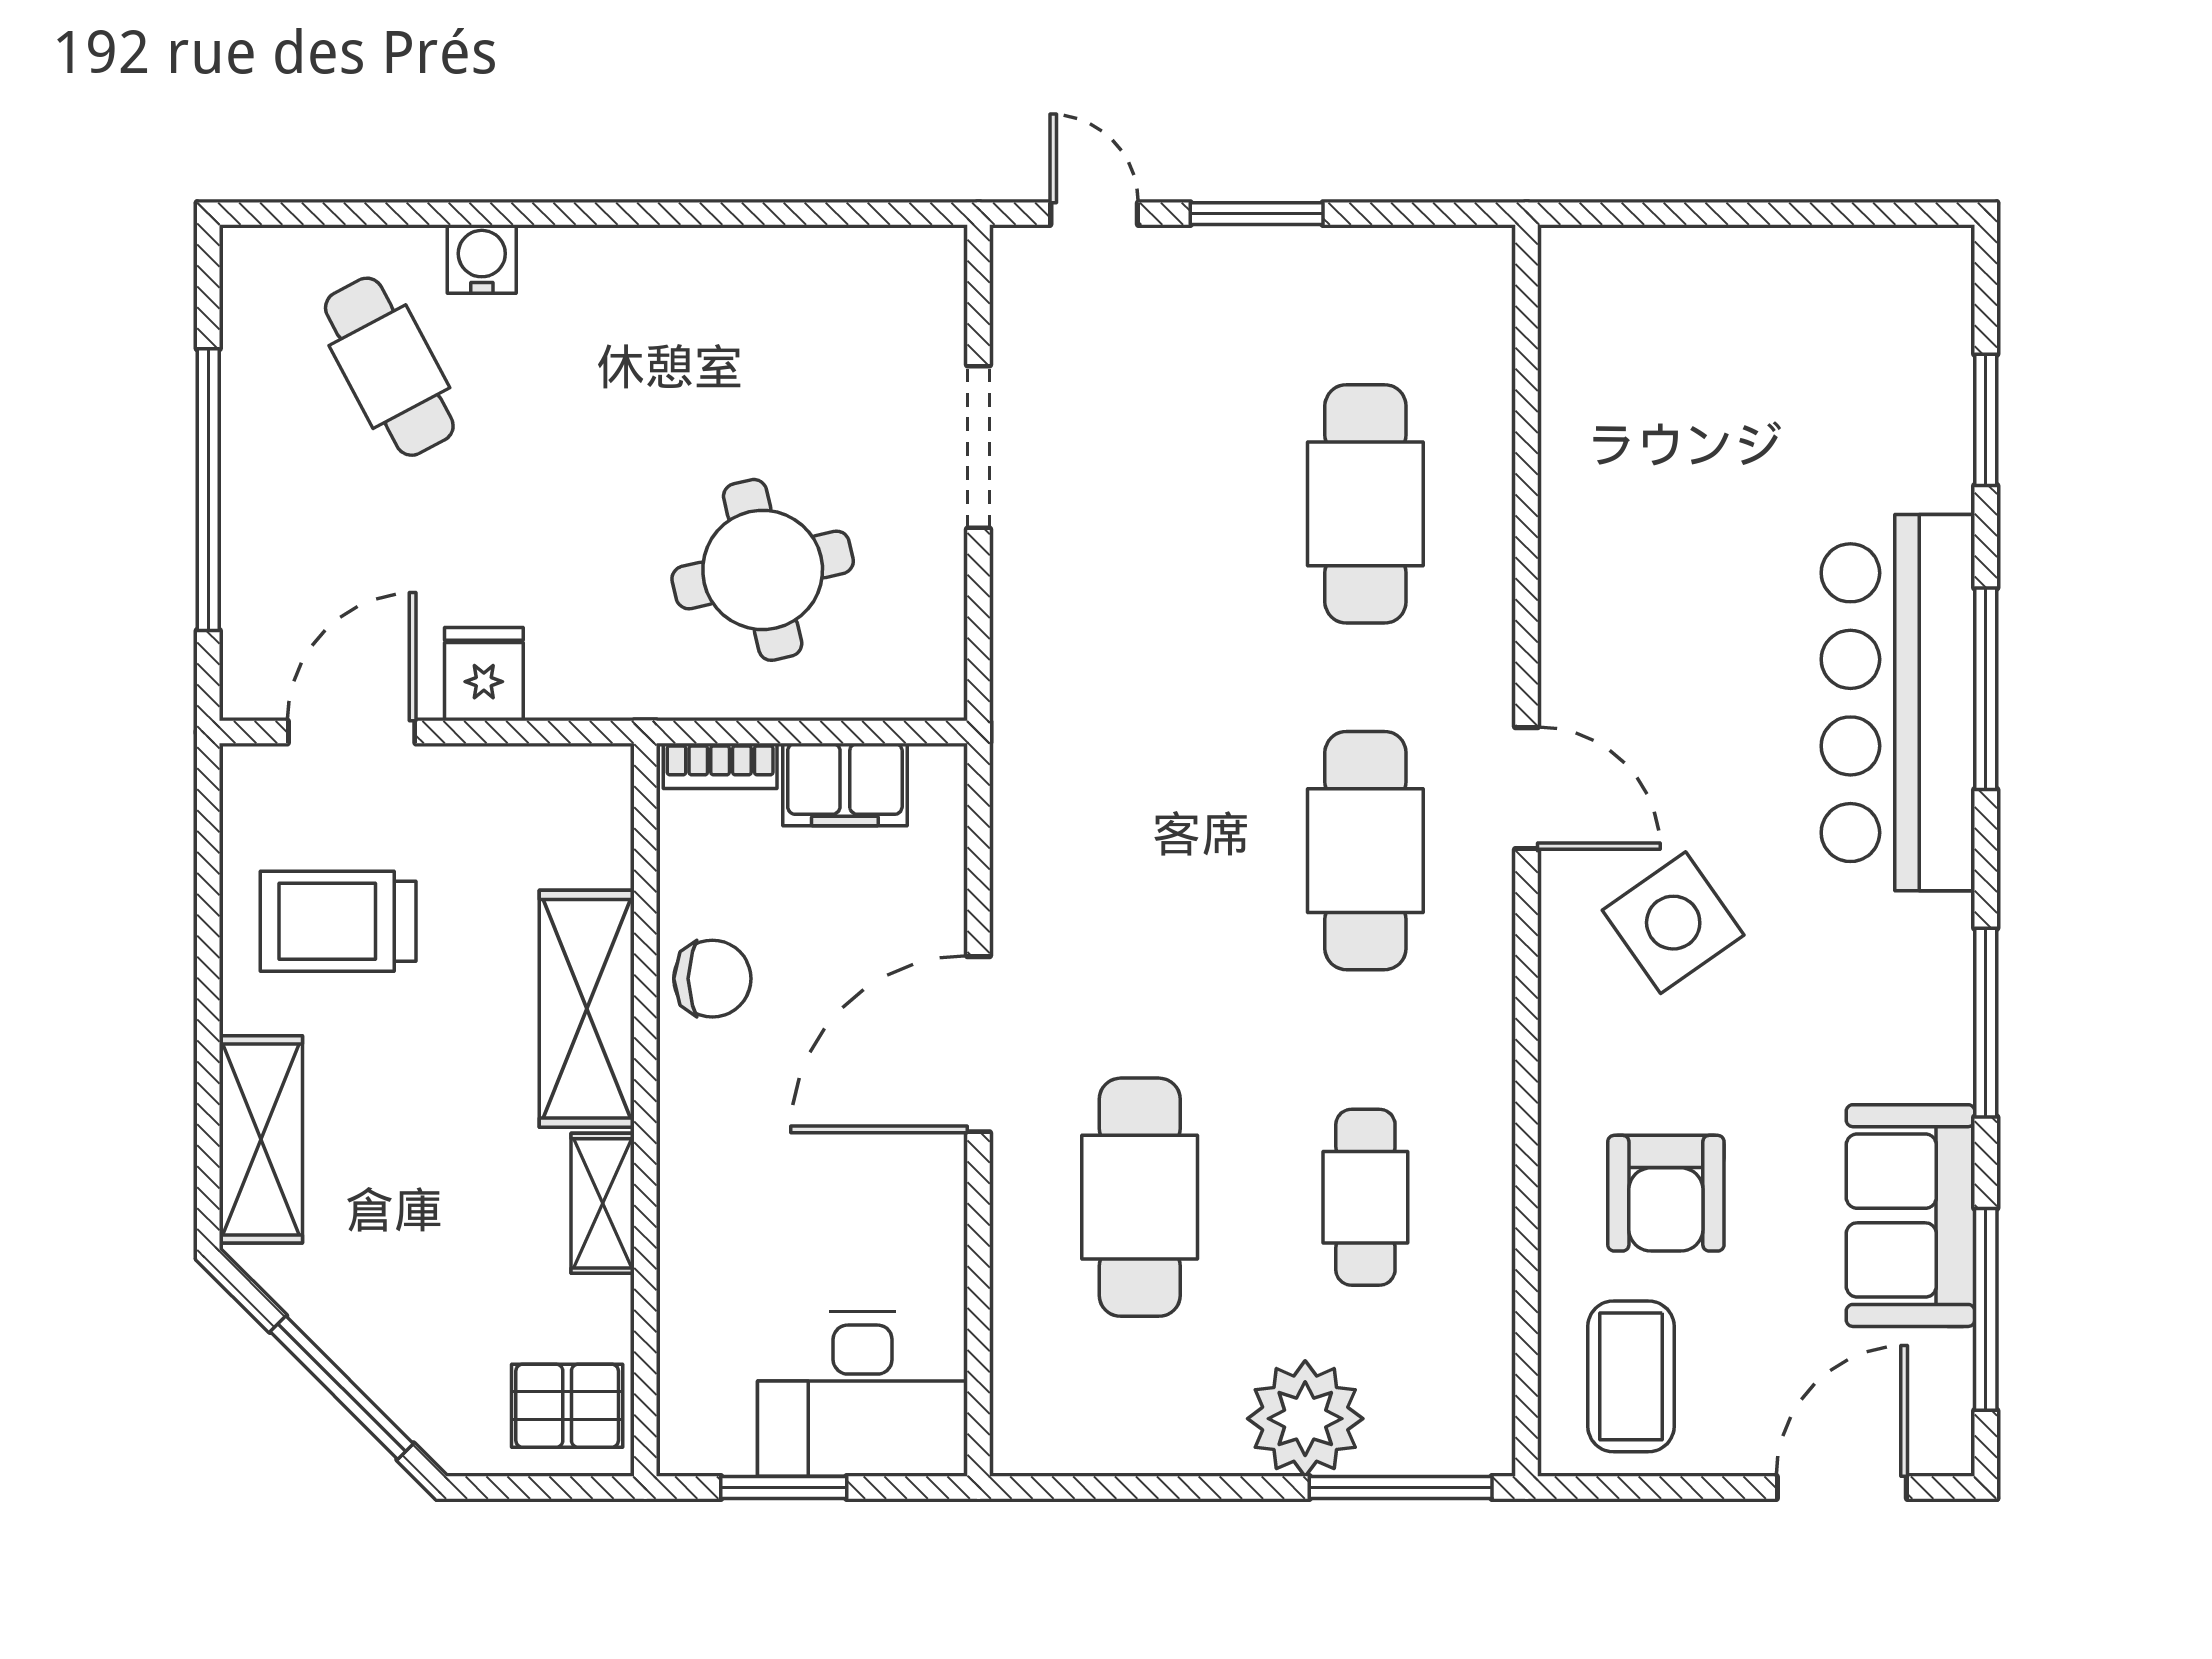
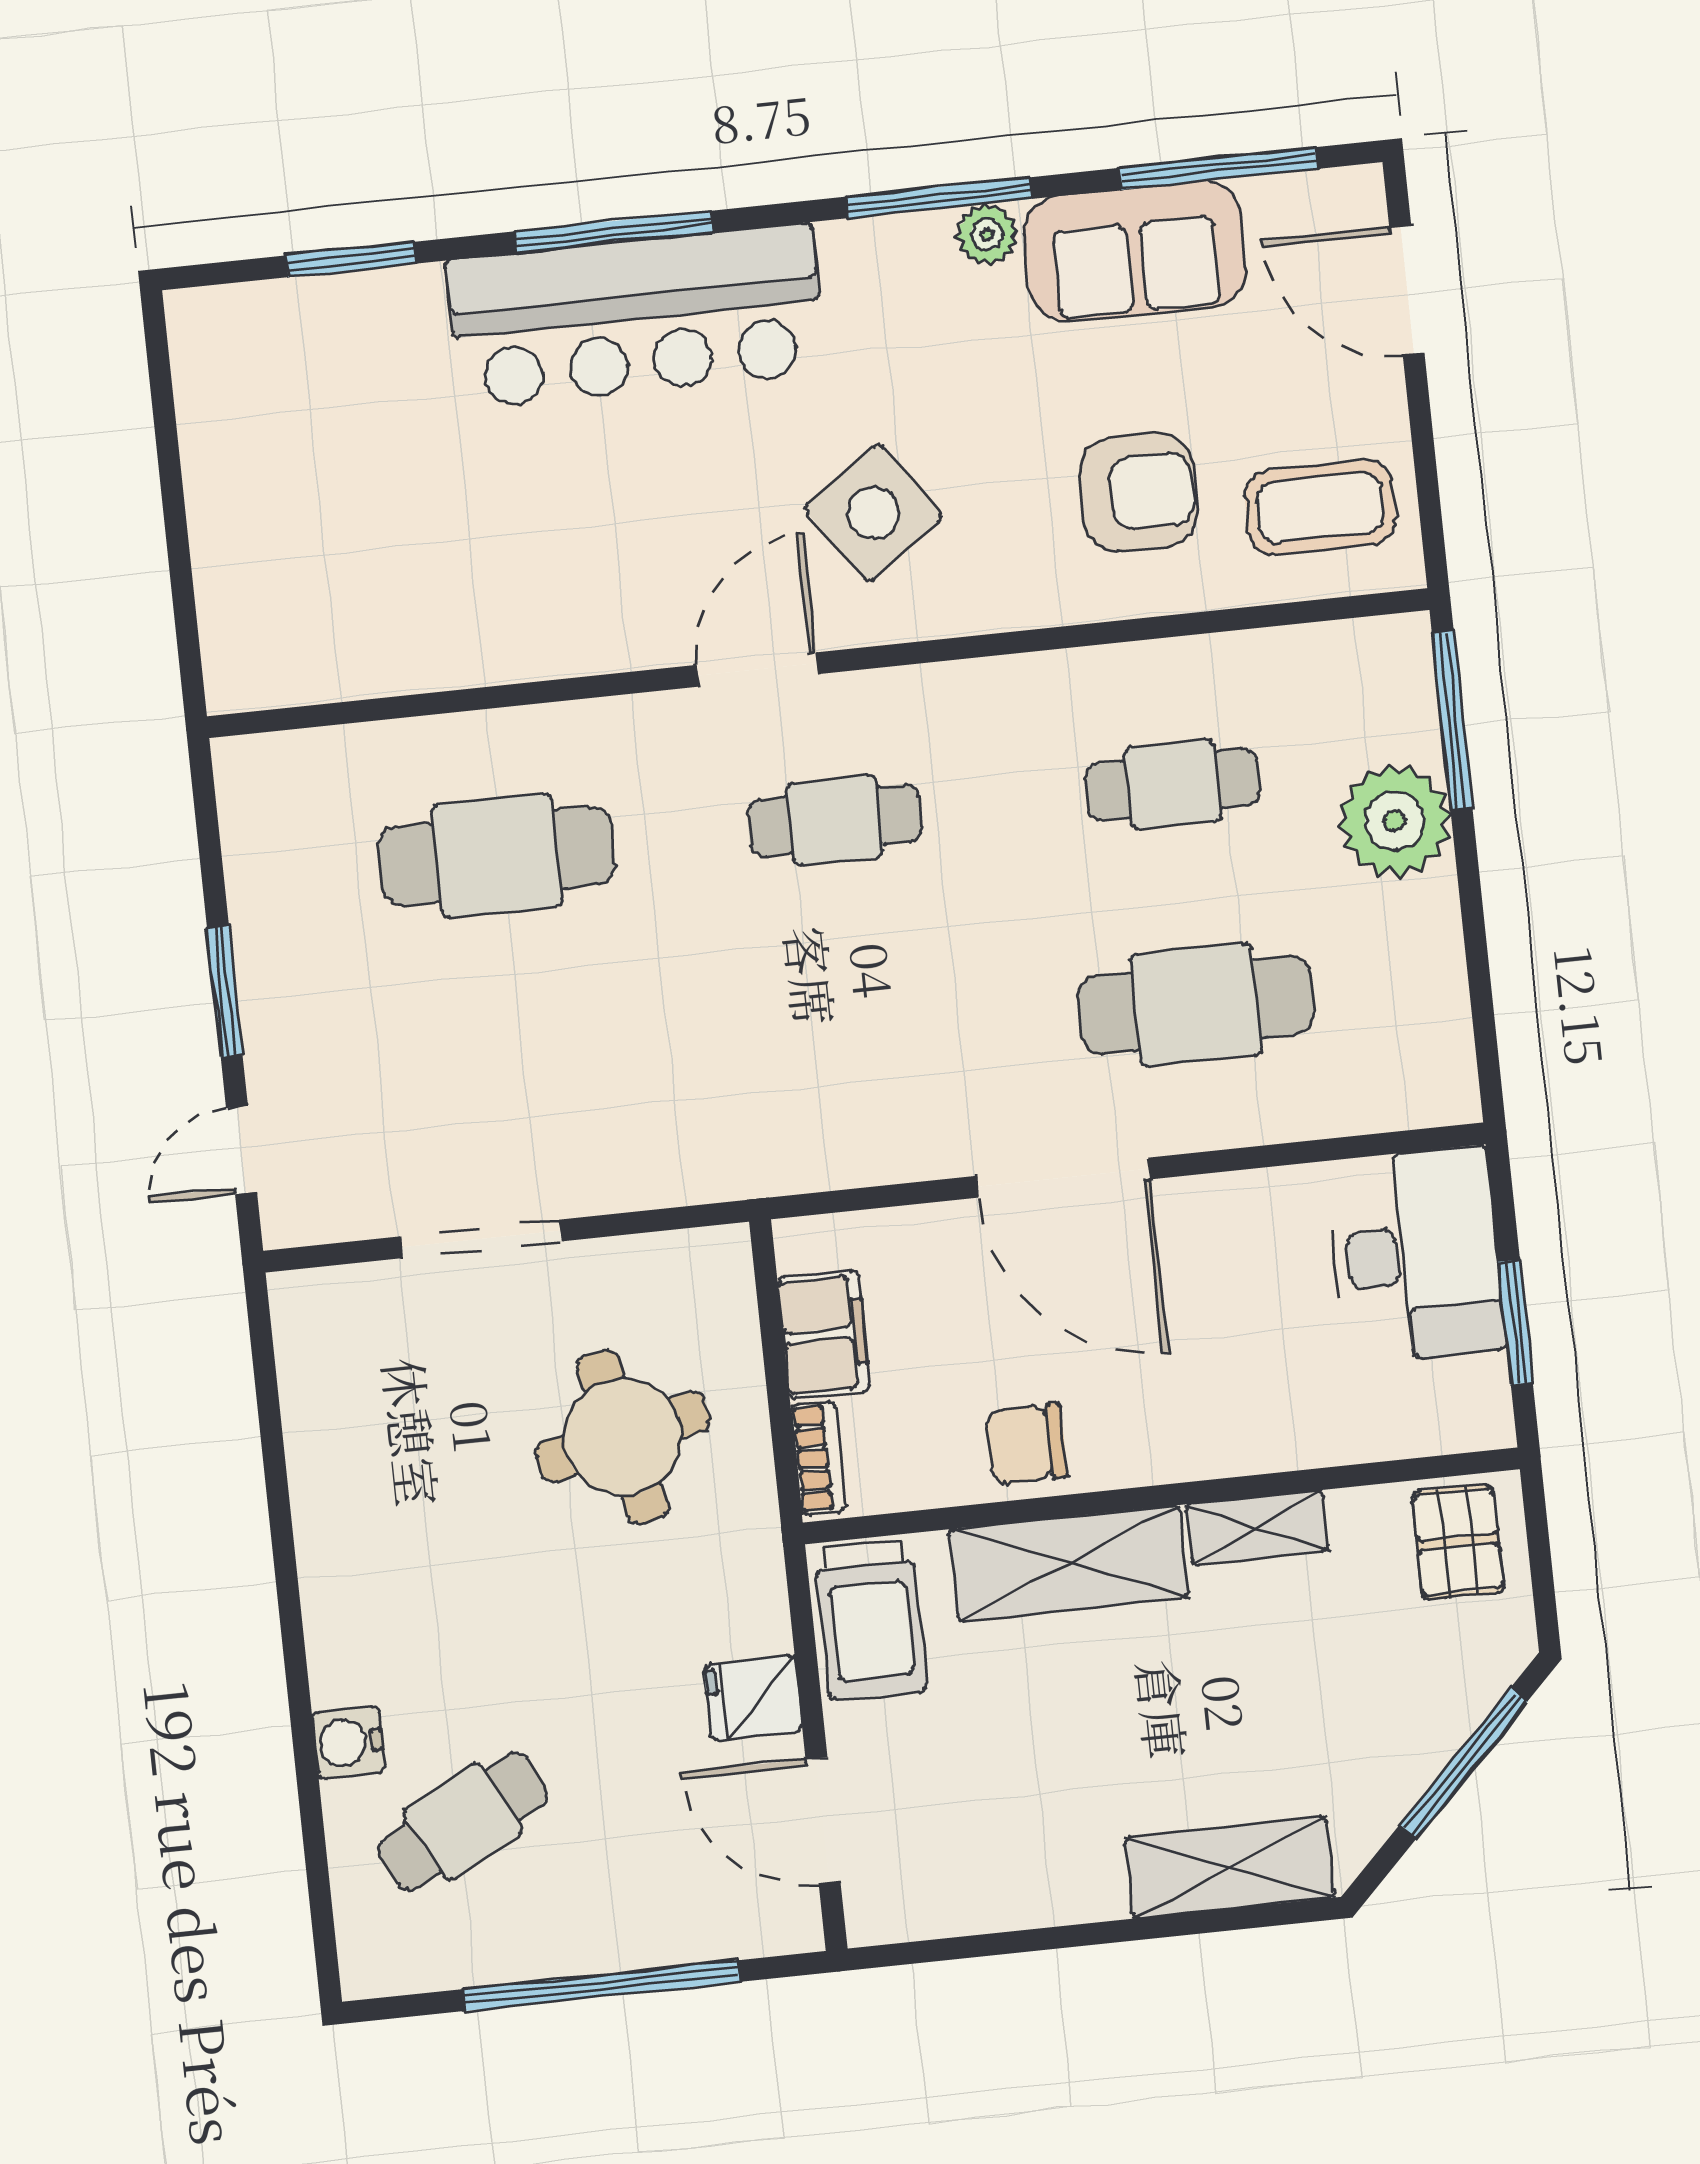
cafe table: (1365, 851) -> (835, 820), width x0.73, depth x0.74
trolley: (338, 921) -> (870, 1620), moved
chair: (712, 979) -> (1026, 1444), turned -90
plant: (1944, 1068) -> (987, 234), added

